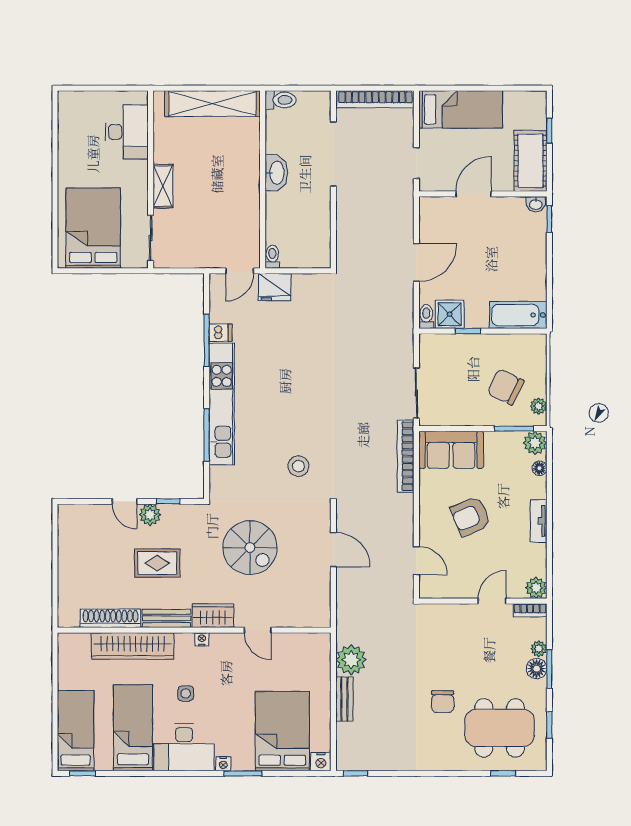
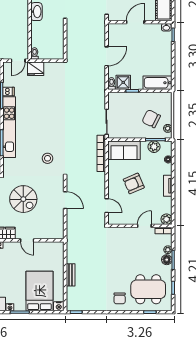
plant: (535, 443) -> (154, 147), moved
plant: (351, 660) -> (74, 255), removed
chair: (443, 701) -> (120, 298), moved

